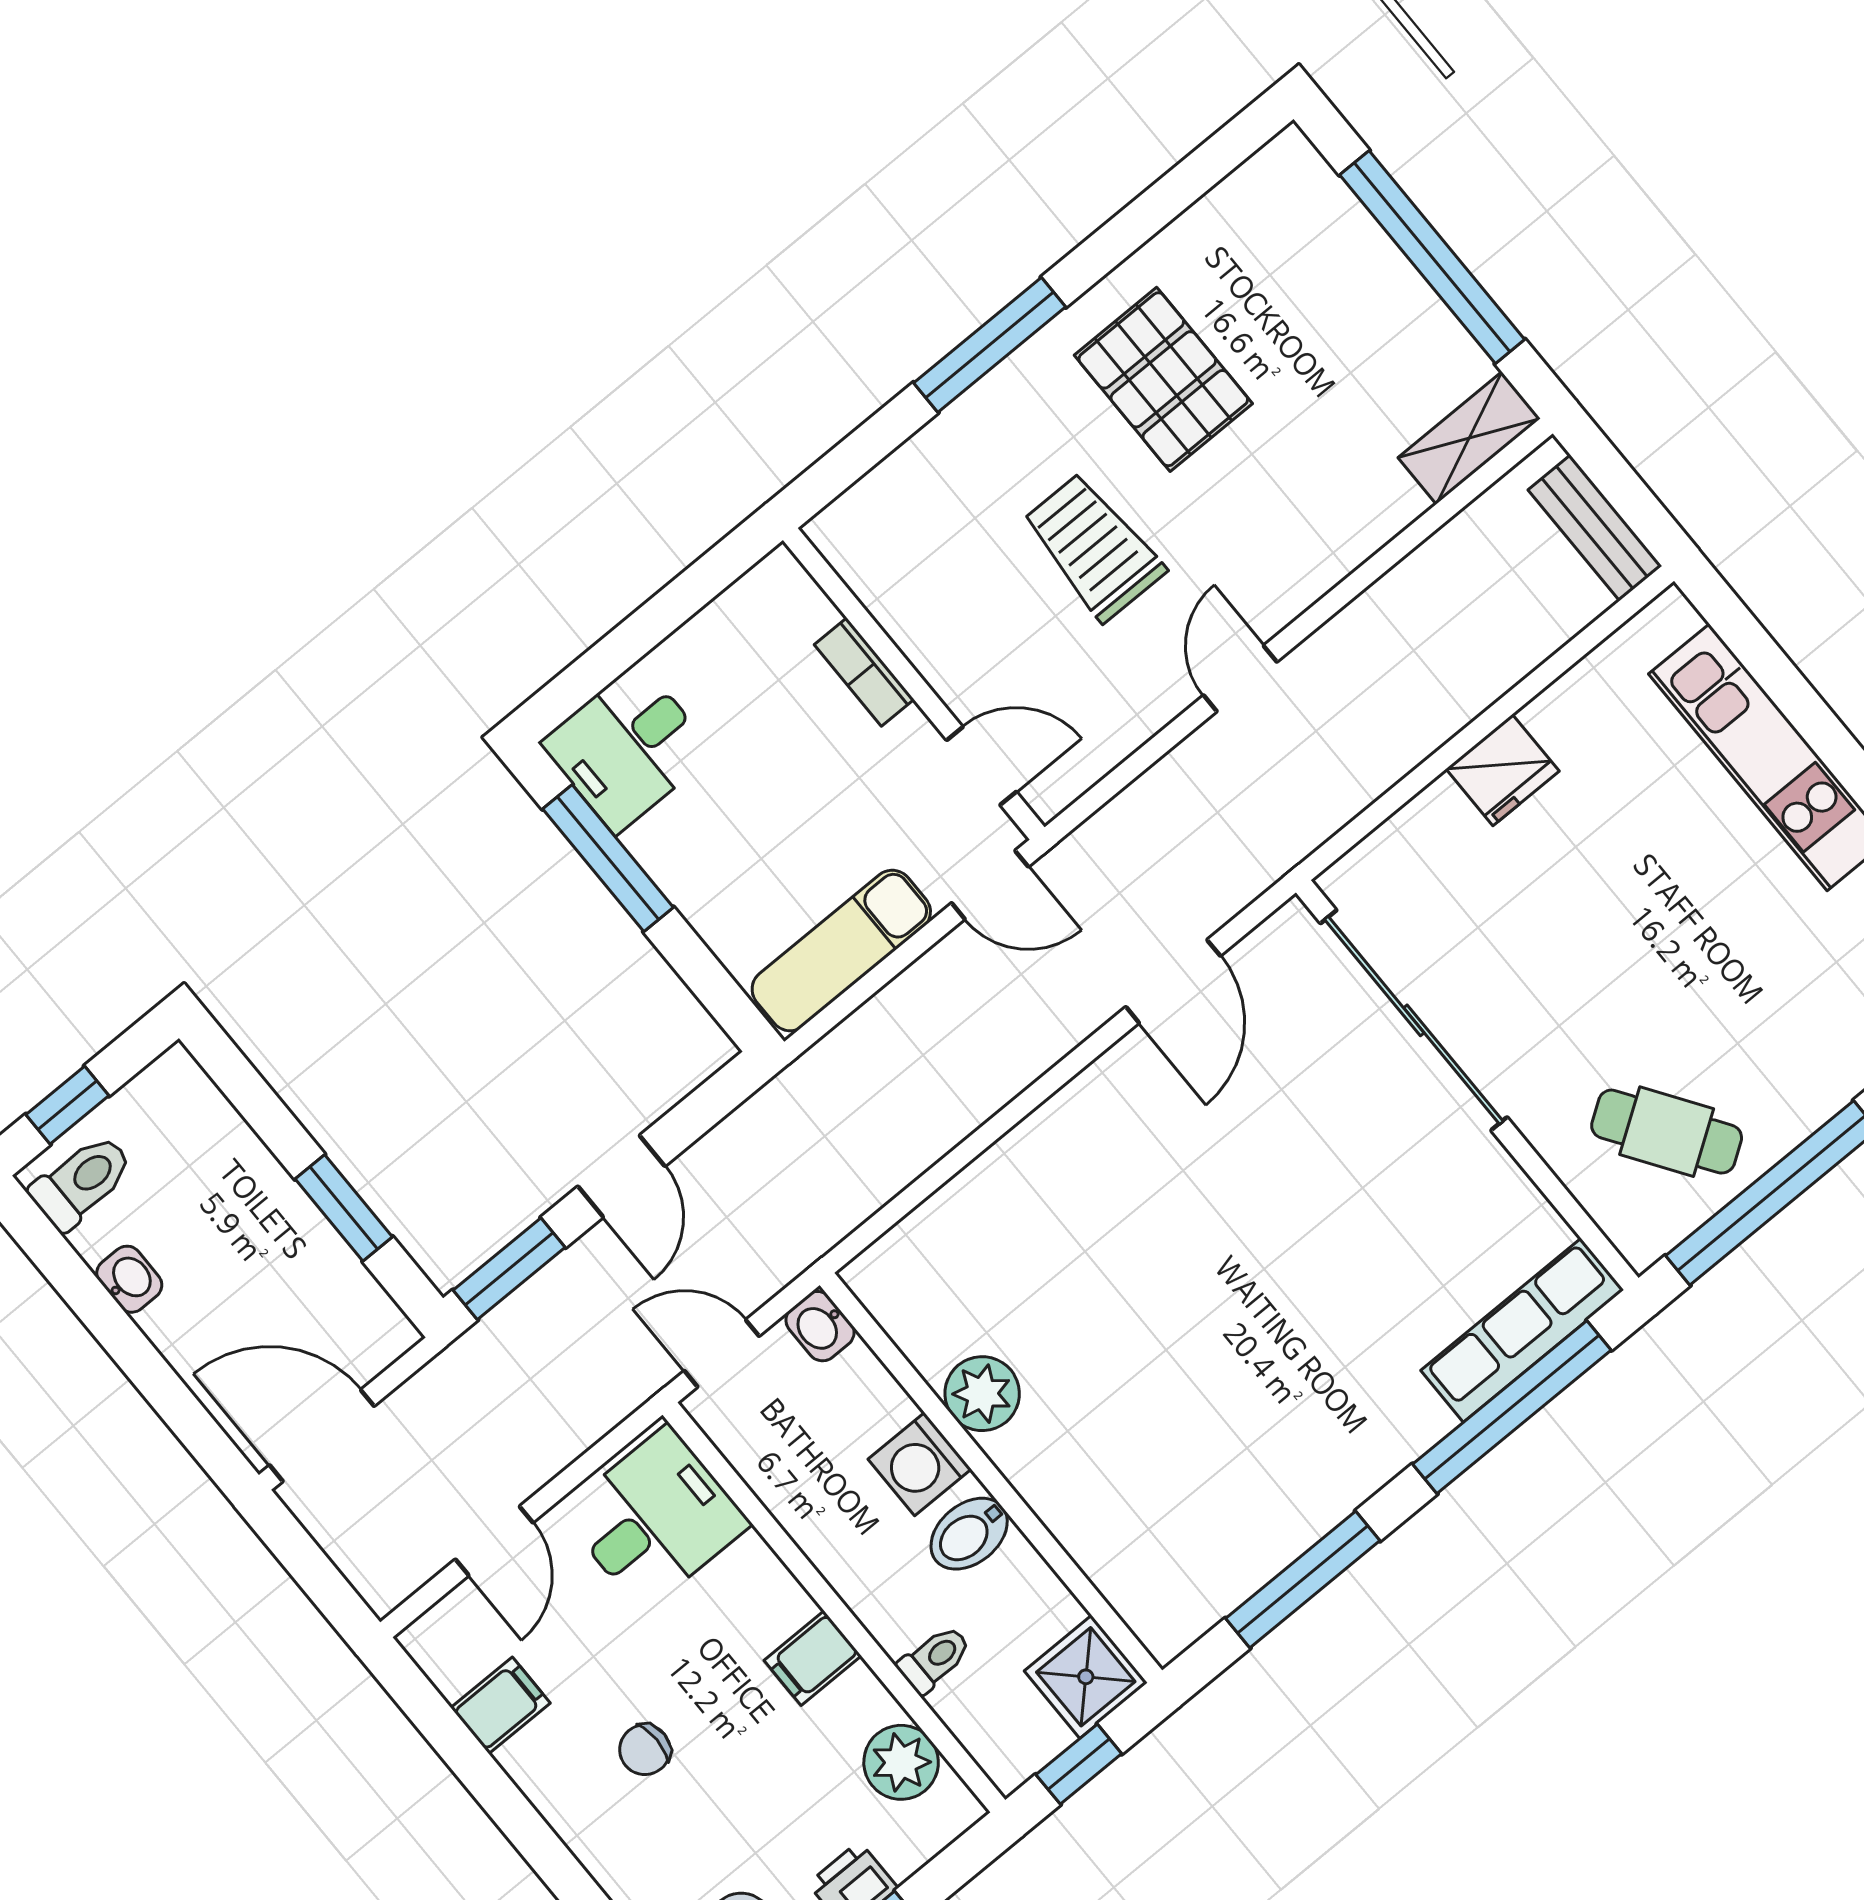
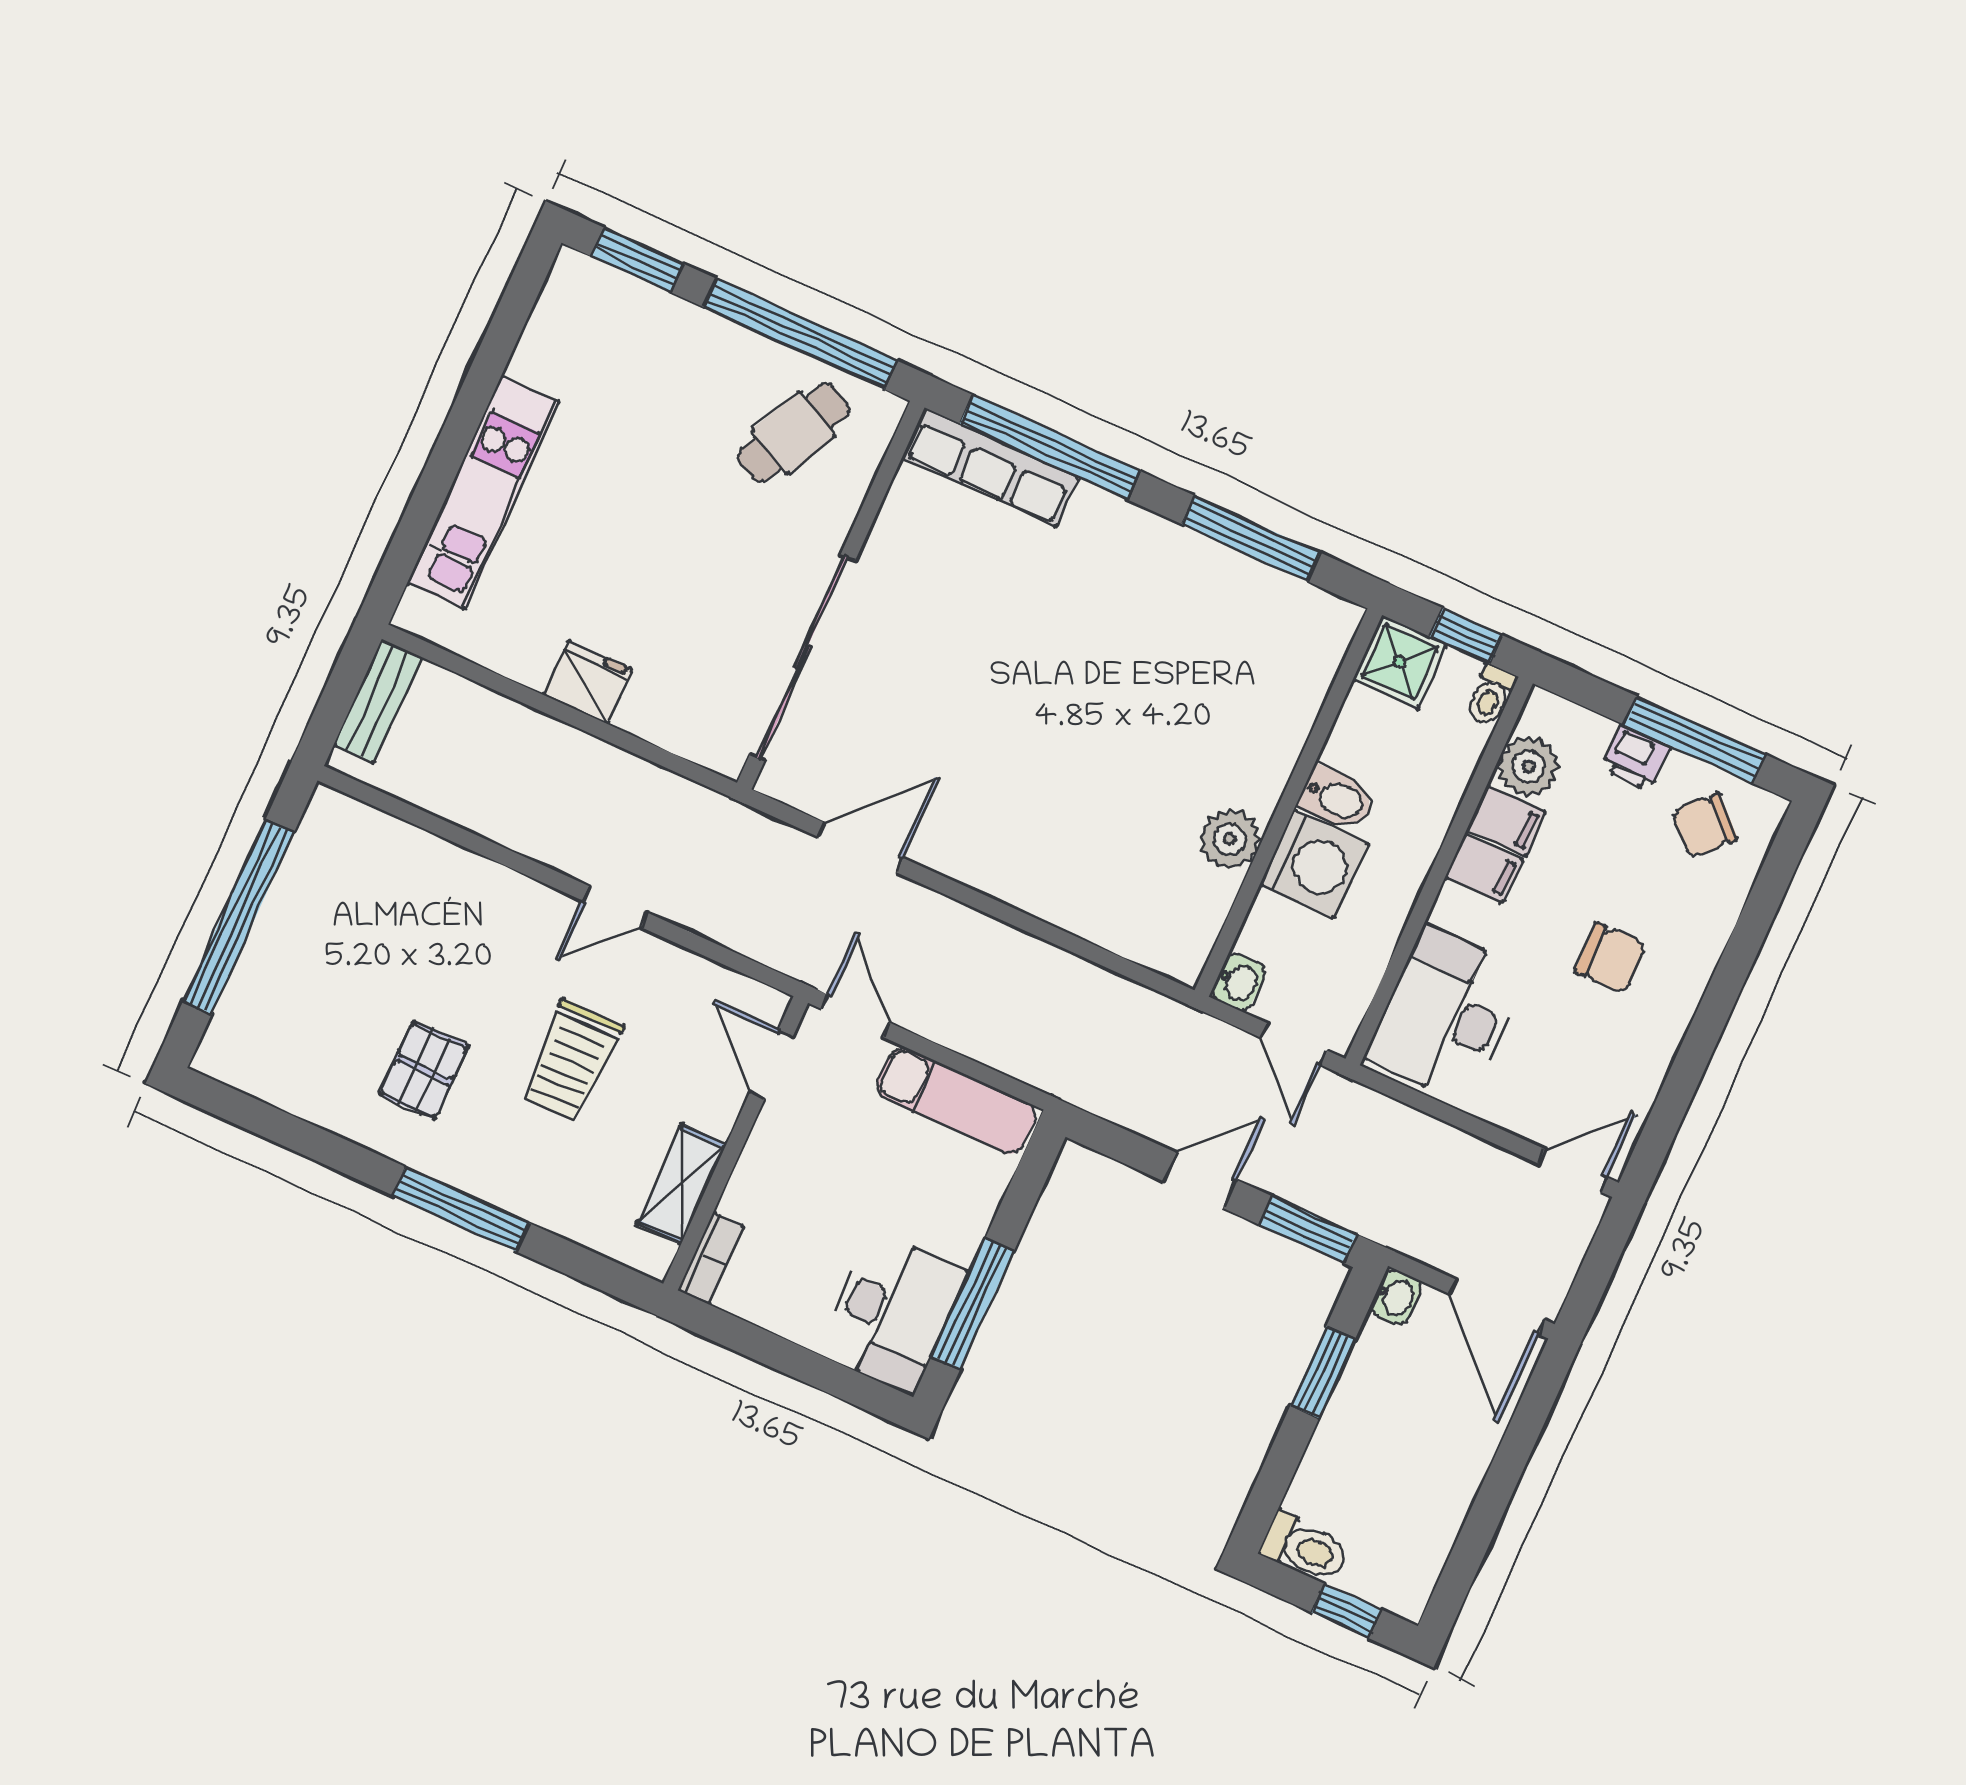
pallet: (1163, 379) -> (424, 1070), width x0.67, depth x0.71
shelving: (1469, 438) -> (682, 1184), moved, turned 90
bookcase: (864, 672) -> (711, 1258), moved
desk: (627, 748) -> (893, 1313), width x1.37
cafe table: (1667, 1132) -> (793, 433), turned 61
toilet: (82, 1182) -> (1305, 1548), moved, turned 180
washbasin: (129, 1279) -> (1396, 1297), moved, turned 180
washing machine: (920, 1464) -> (1314, 864), width x1.37, depth x1.37
desk: (655, 1519) -> (1447, 1015), width x1.37
door: (494, 1541) -> (1573, 1170), moved
toilet: (935, 1659) -> (1491, 696), moved, turned -90
filing cabinet: (500, 1705) -> (1506, 821), moved, turned 180
chair: (645, 1750) -> (1611, 958), width x1.37, depth x1.37

